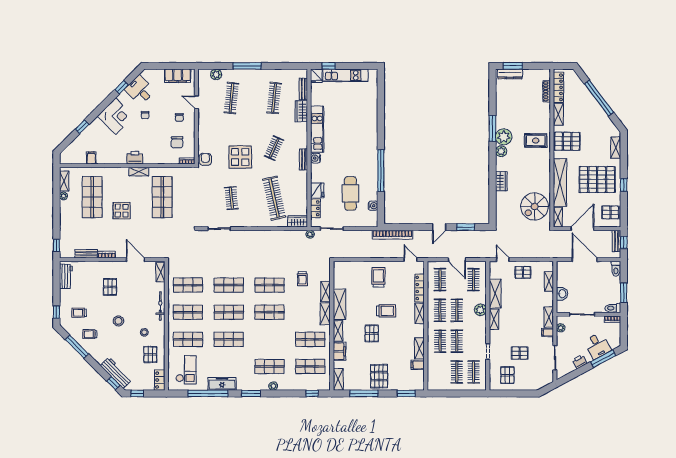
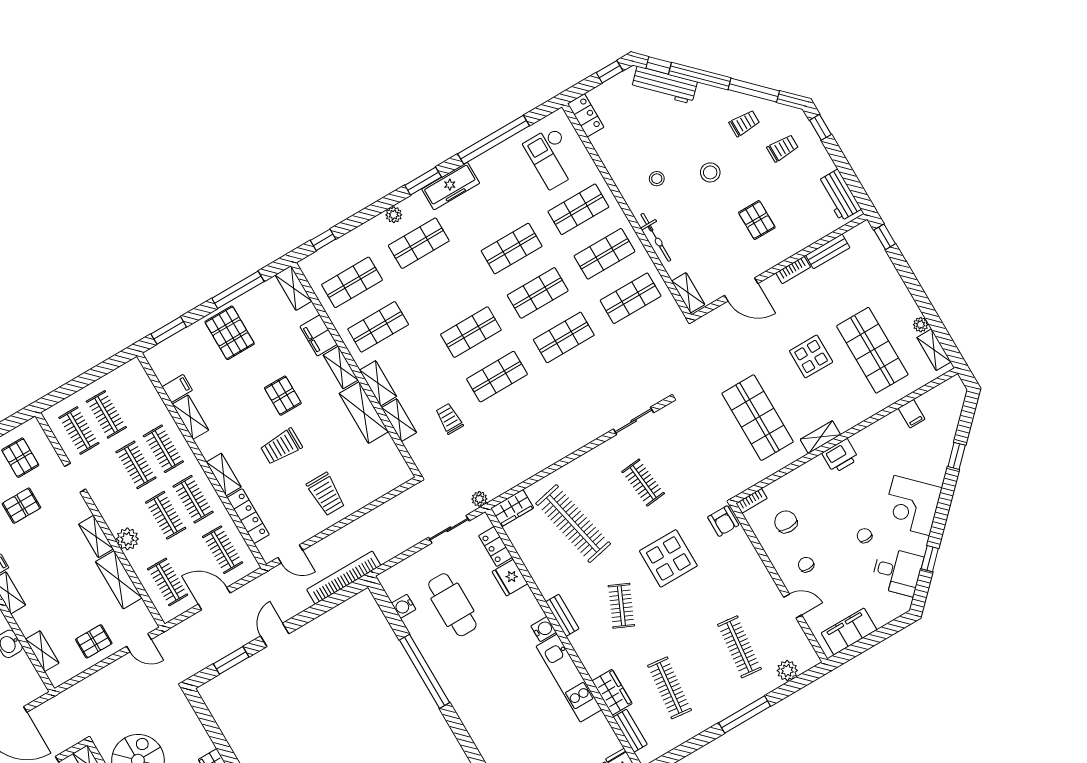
pallet: (150, 354) -> (626, 148), removed
freezer: (222, 384) -> (451, 186), moved

